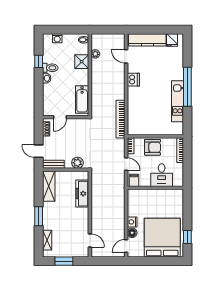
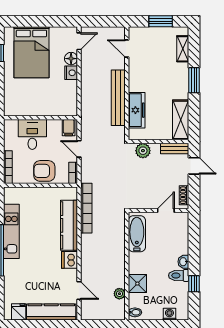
kitchen counter: (134, 106) -> (69, 225), added
bench: (96, 203) -> (118, 98), added
bed: (162, 238) -> (31, 52), width x0.73

